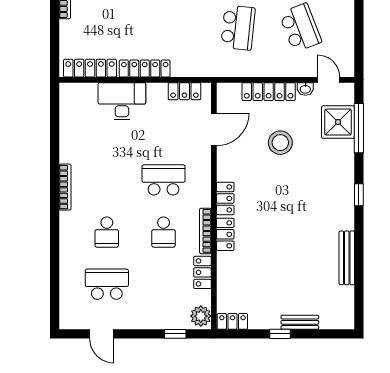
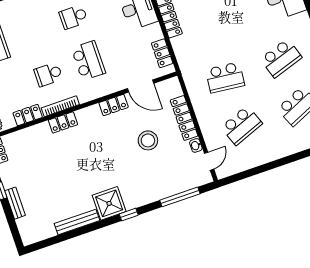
shower: (338, 122) -> (109, 203), moved
locker: (225, 198) -> (114, 105), moved
school desk: (107, 232) -> (73, 17), moved

